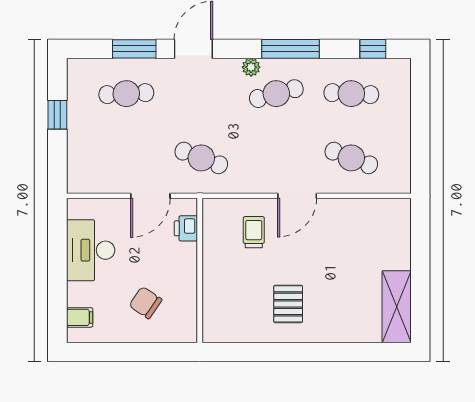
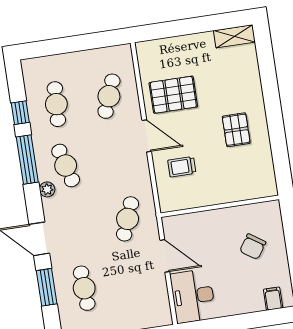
window: (373, 49) -> (20, 113), moved
printer: (186, 228) -> (187, 223), removed
pallet: (341, 235) -> (173, 95), added
desk: (91, 250) -> (193, 296), moved, turned 90
pallet: (288, 304) -> (236, 130), turned 90
shelving: (397, 307) -> (234, 36), width x0.67, depth x0.75

